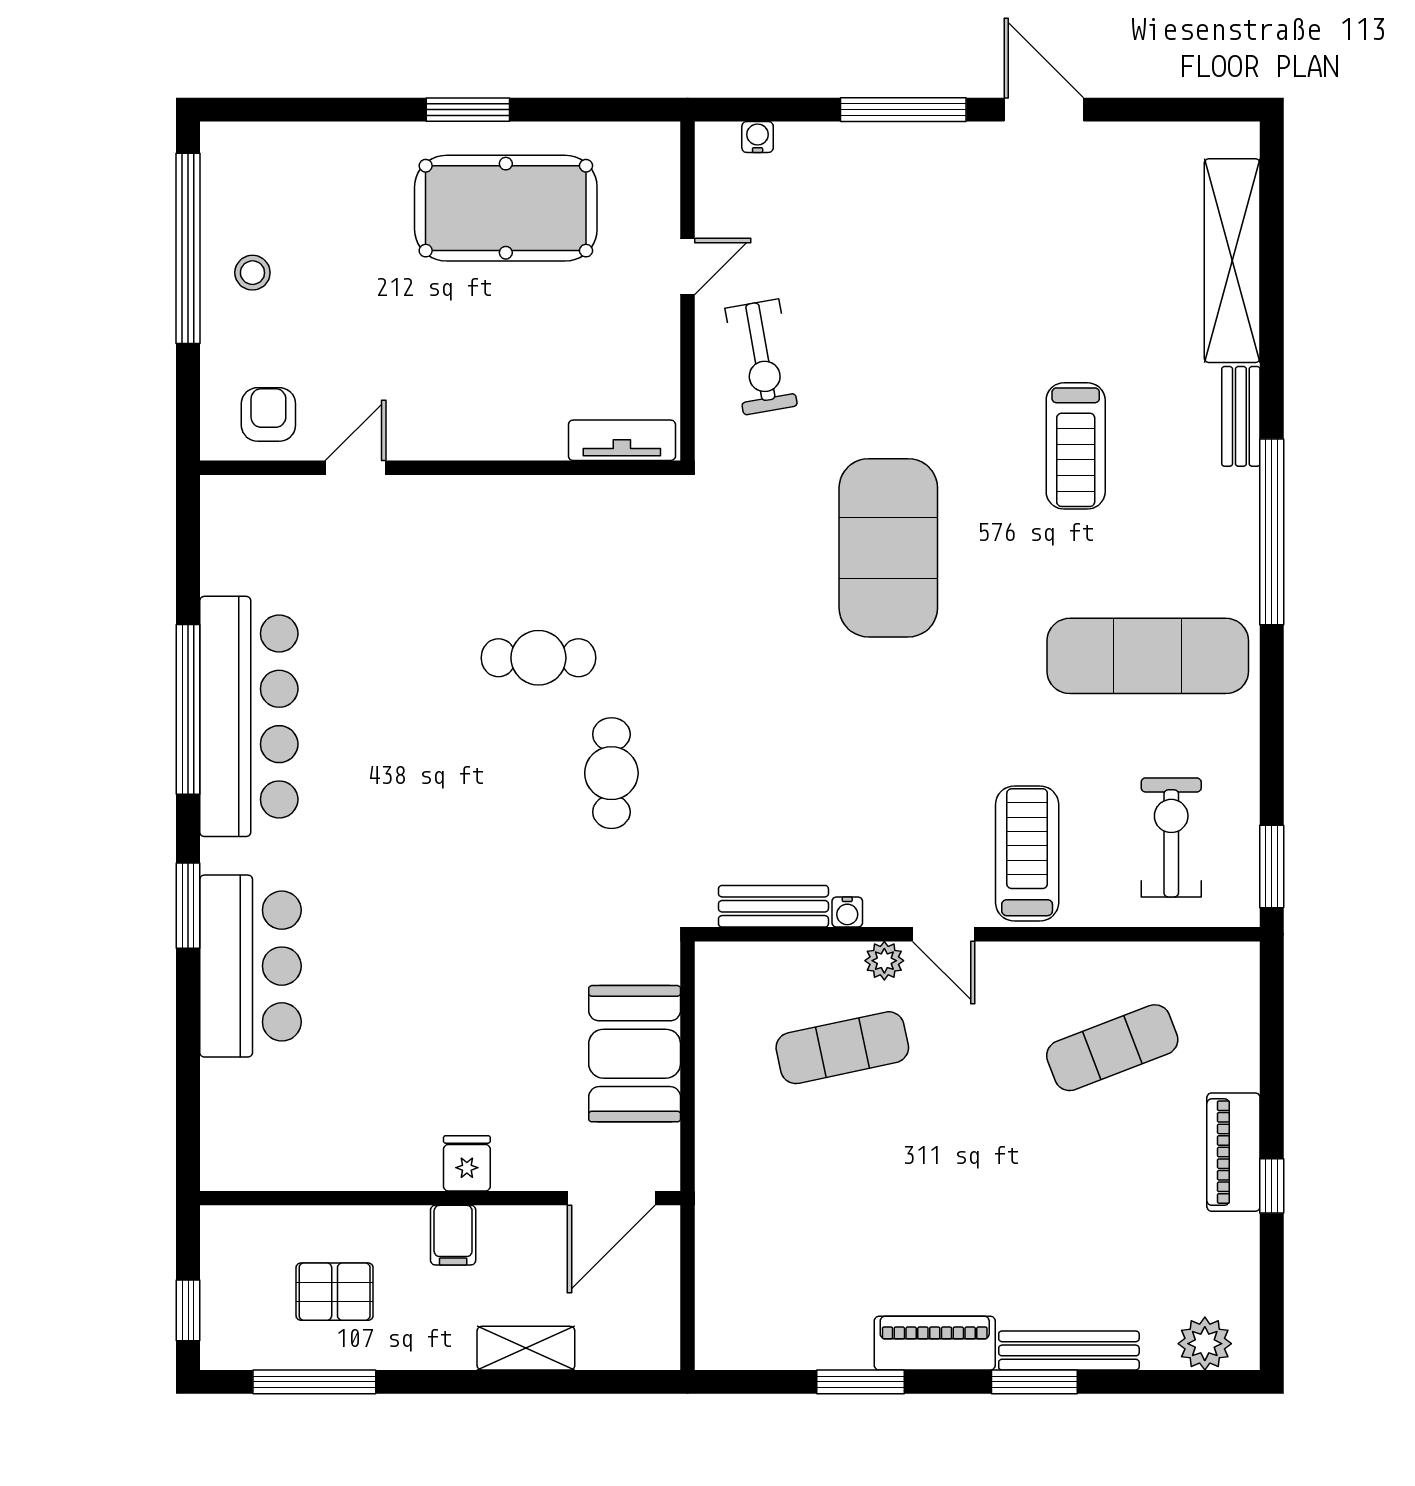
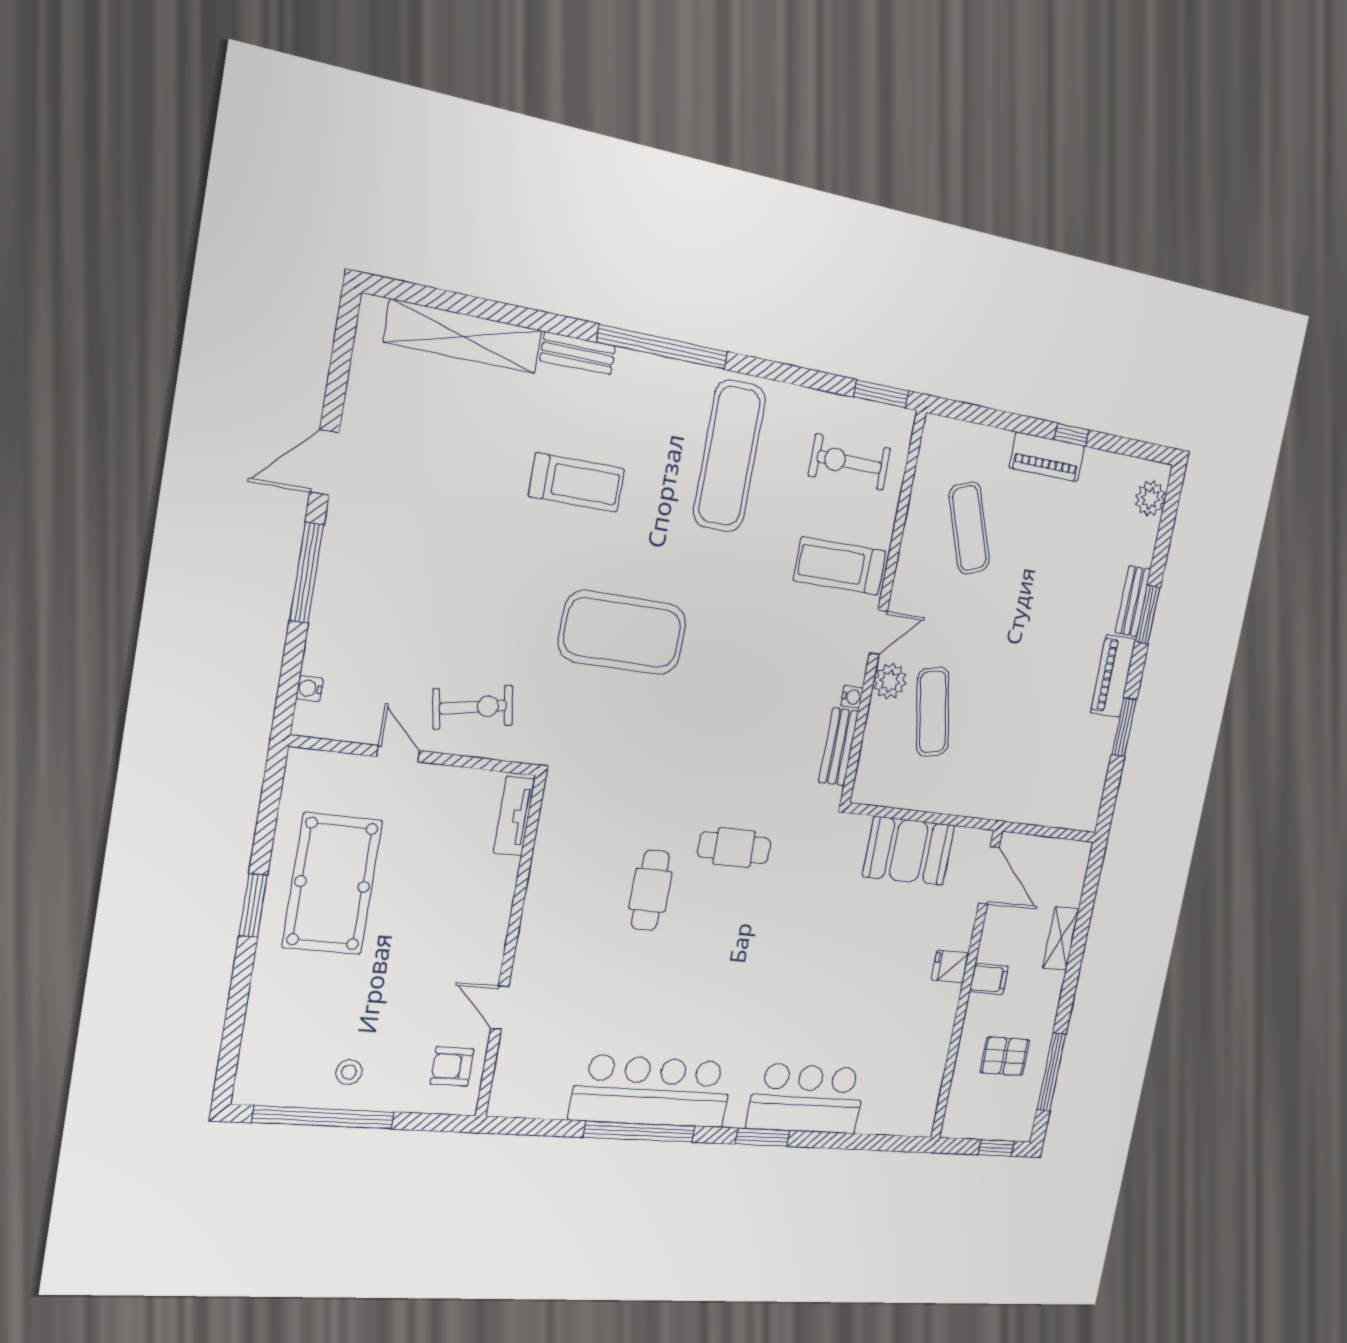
plant: (884, 961) -> (890, 681), width x1.38, depth x1.38
pallet: (335, 1292) -> (1005, 1056), turned 90
bench: (1069, 1350) -> (1133, 601), width x0.73

